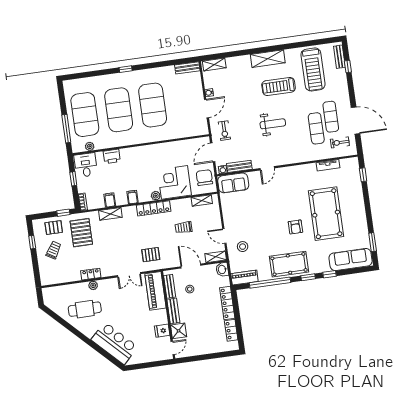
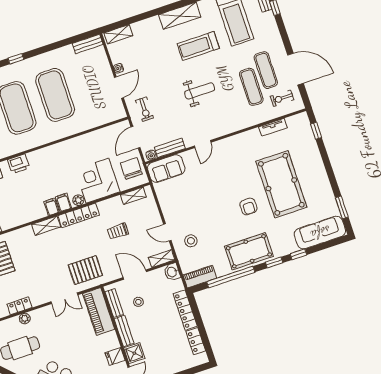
filing cabinet: (110, 200) -> (63, 202), moved
shelving: (110, 214) -> (46, 226), moved
pallet: (151, 255) -> (85, 270), width x1.50, depth x1.42

